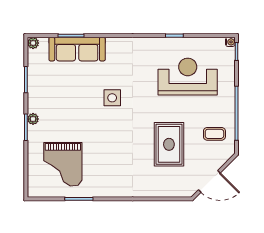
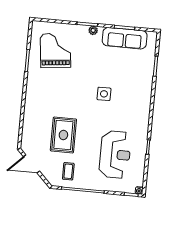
plant: (33, 43) -> (153, 36), removed
sofa: (77, 49) -> (125, 38), moved, turned -90
rug: (169, 144) -> (63, 135), turned 90
grand piano: (63, 164) -> (56, 50), turned 84
door: (209, 181) -> (31, 164), hinge flipped

